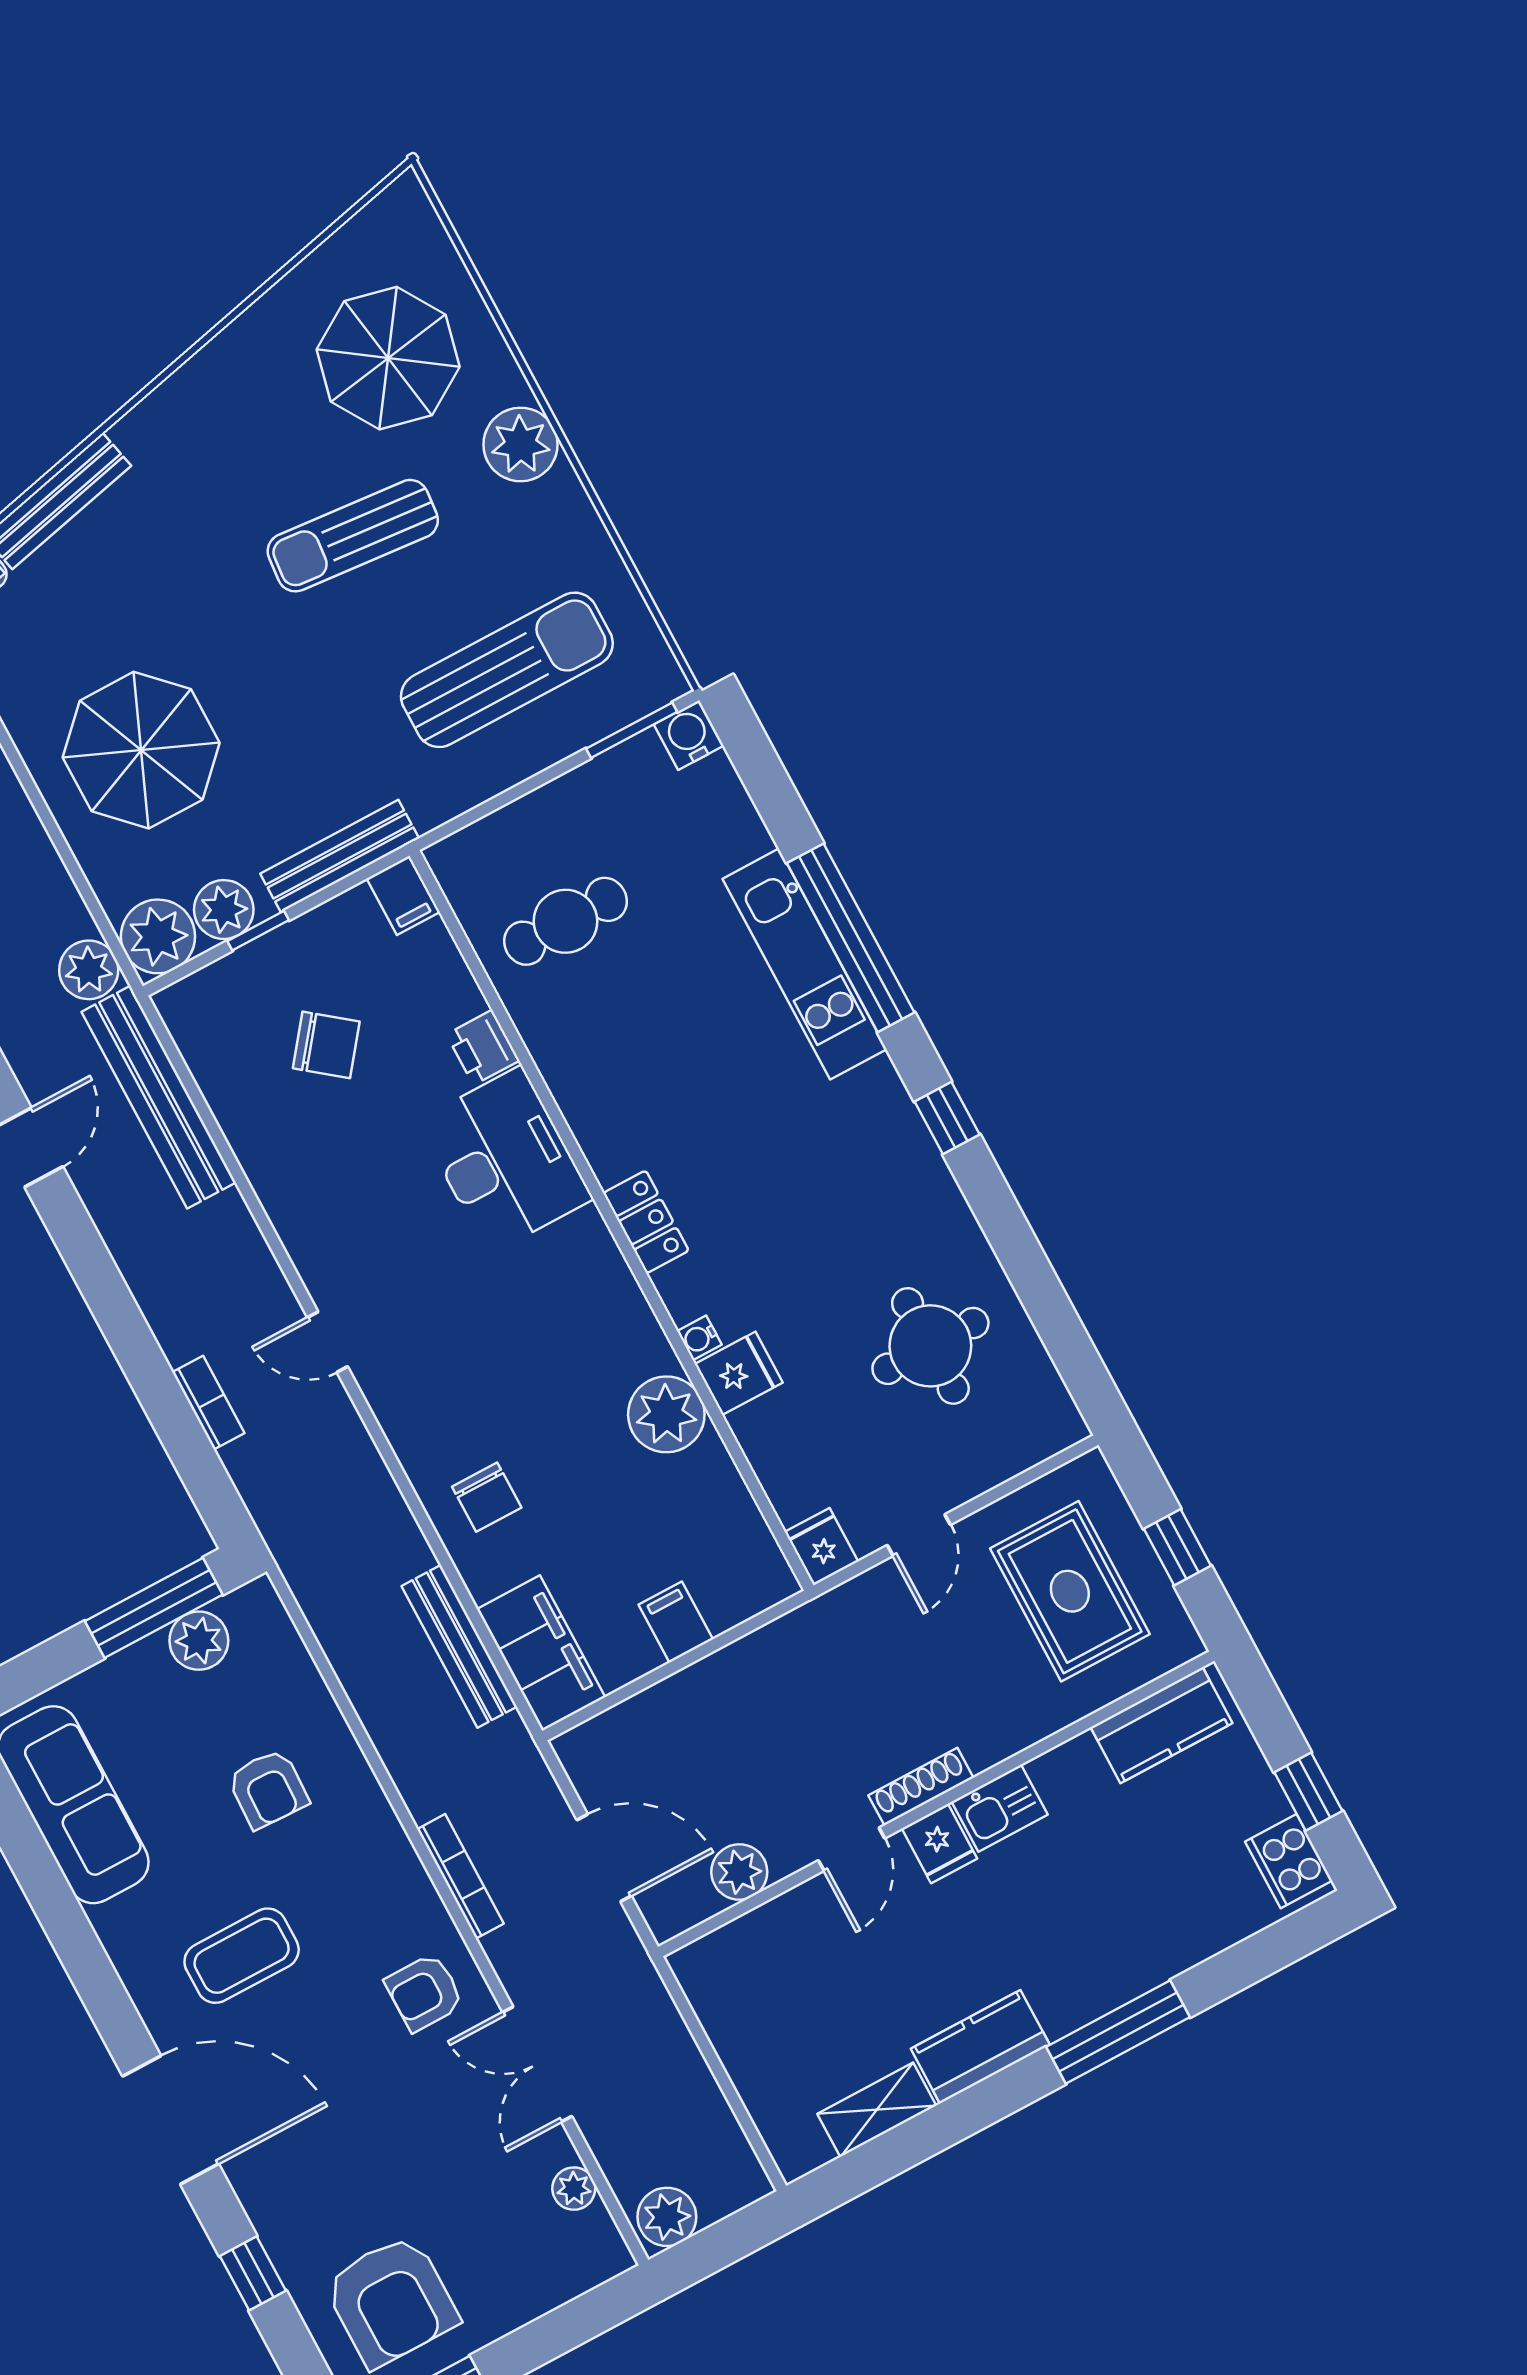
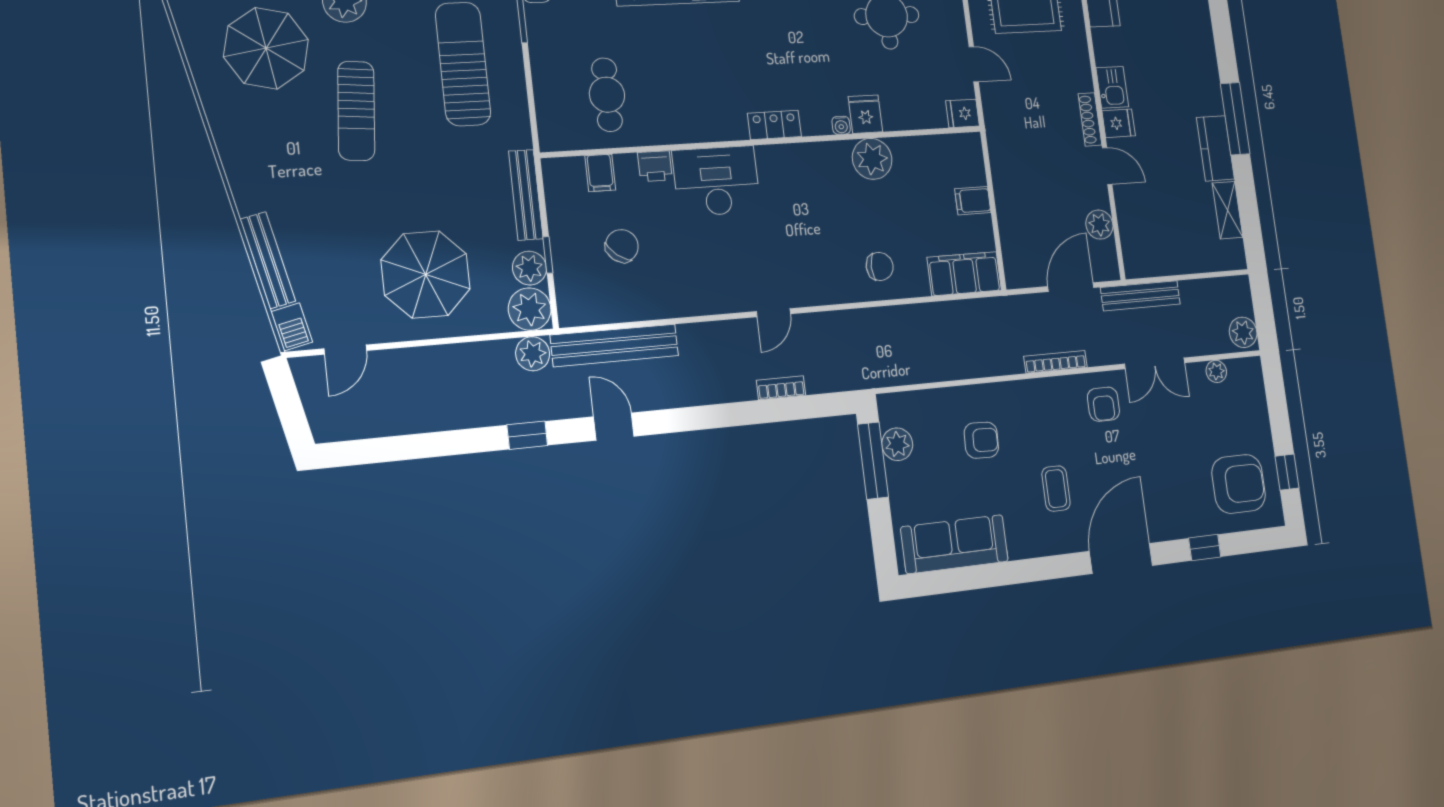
filing cabinet: (403, 895) -> (600, 173), moved, turned 90
bench: (459, 1646) -> (1140, 296), moved
coffee table: (242, 1956) -> (1056, 489), width x0.73, depth x0.77
window: (1118, 2032) -> (1235, 119), moved

